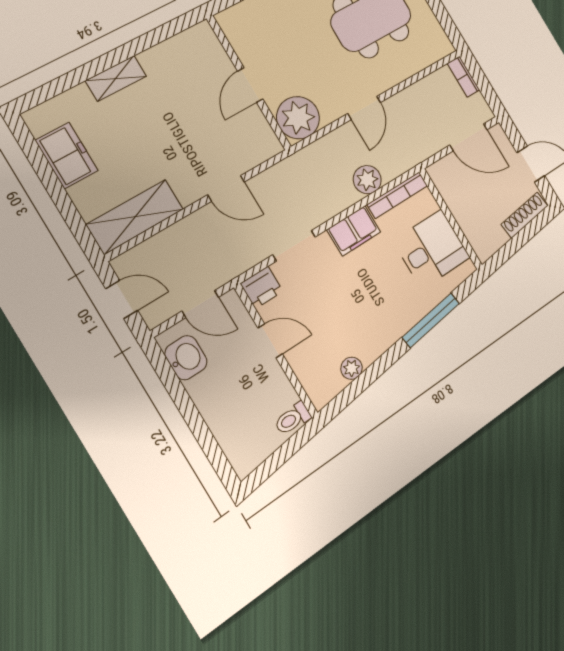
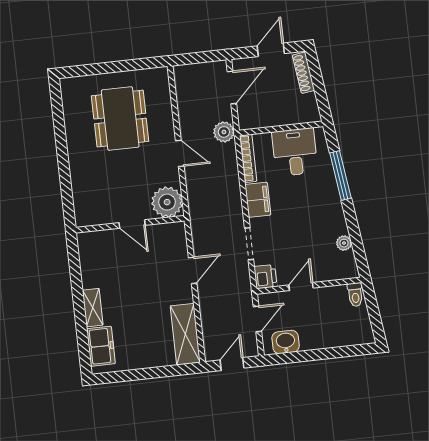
bookcase: (464, 77) -> (188, 70), removed
freezer: (67, 155) -> (101, 346), moved, turned 90
plant: (367, 180) -> (224, 132), moved

